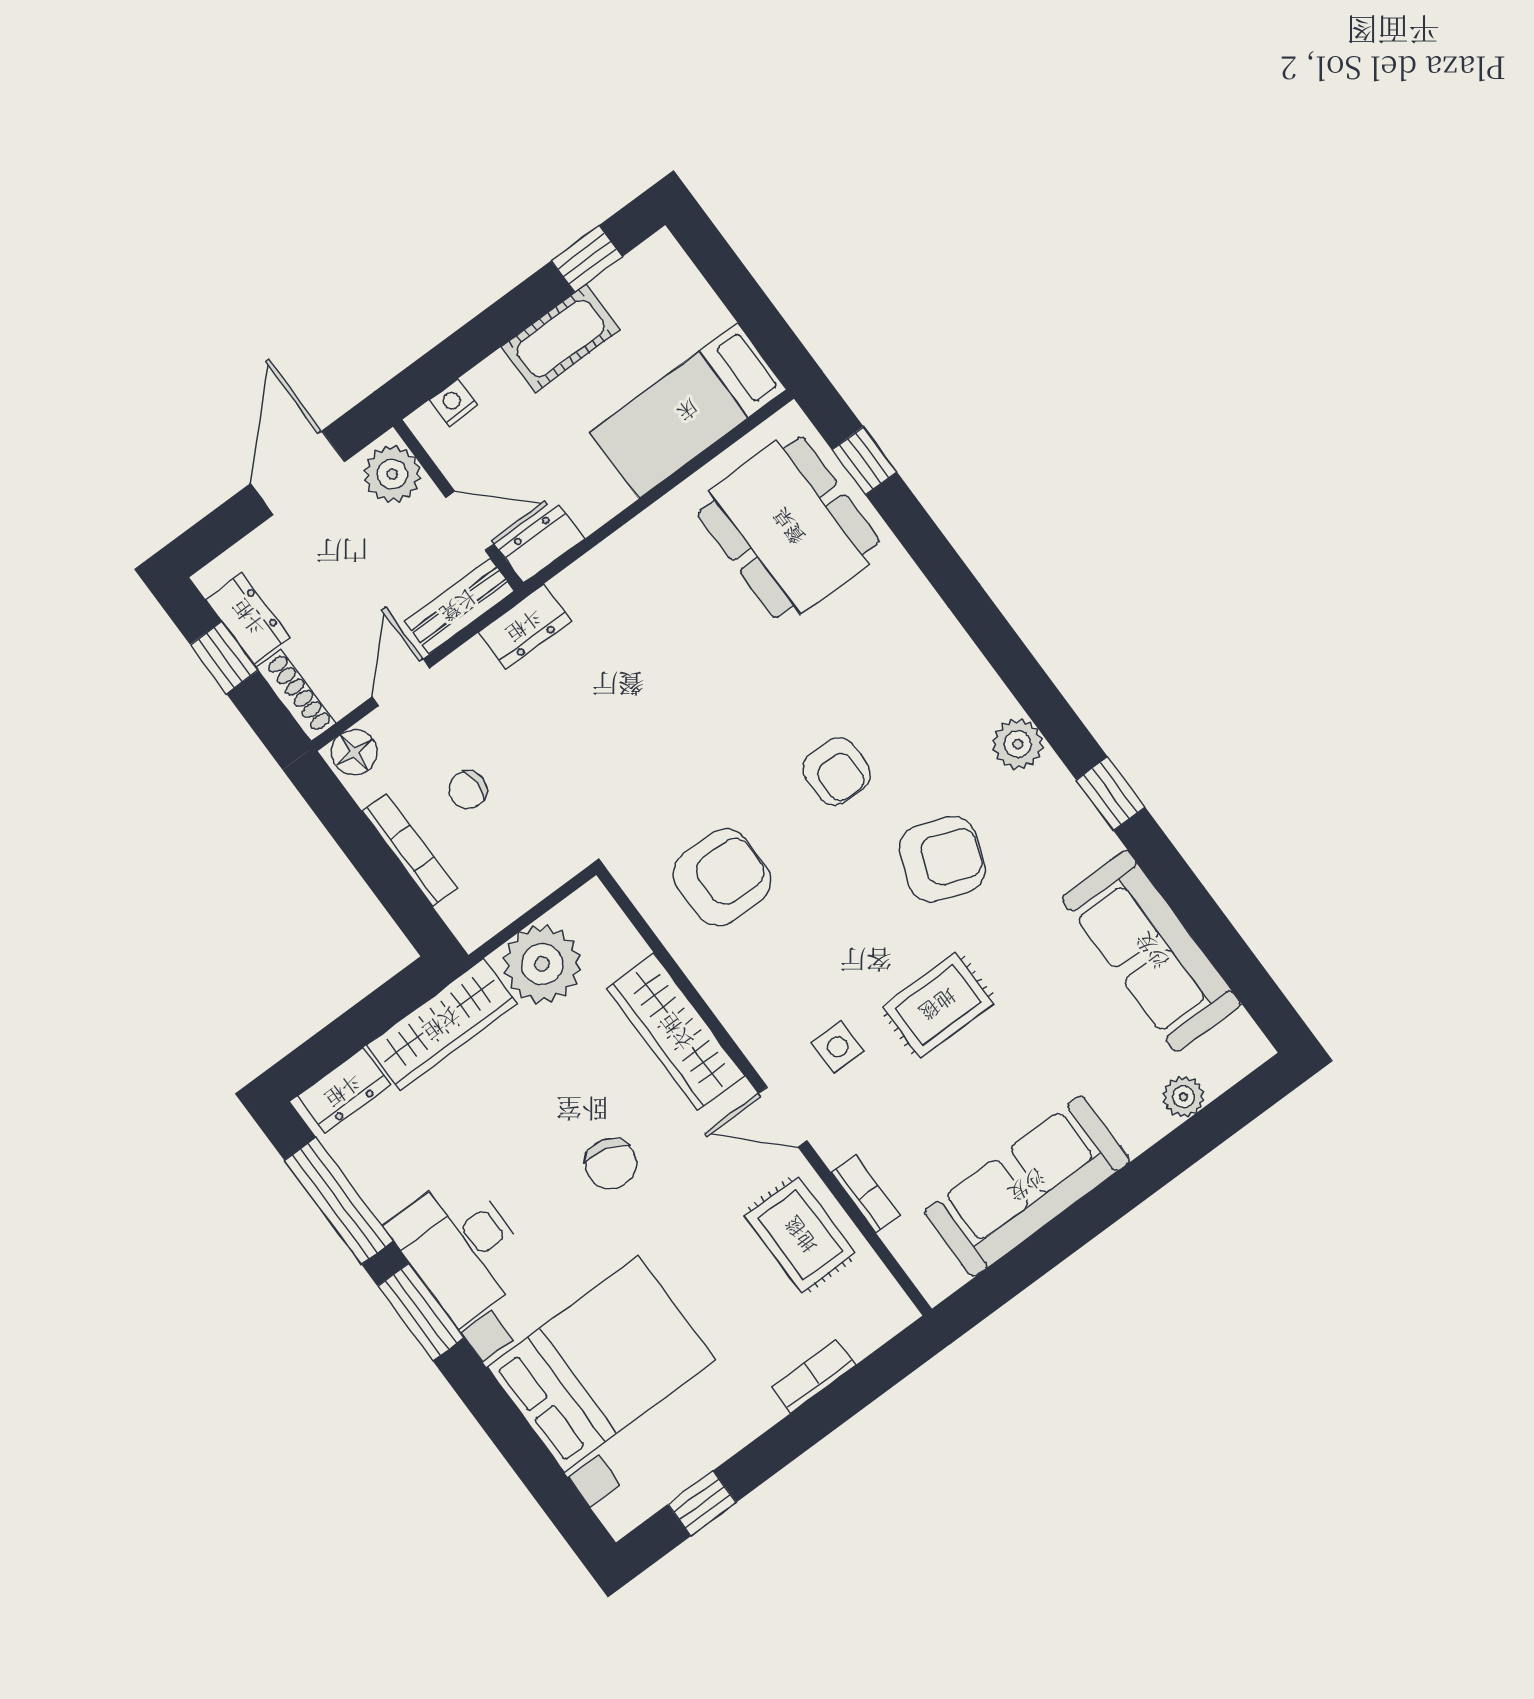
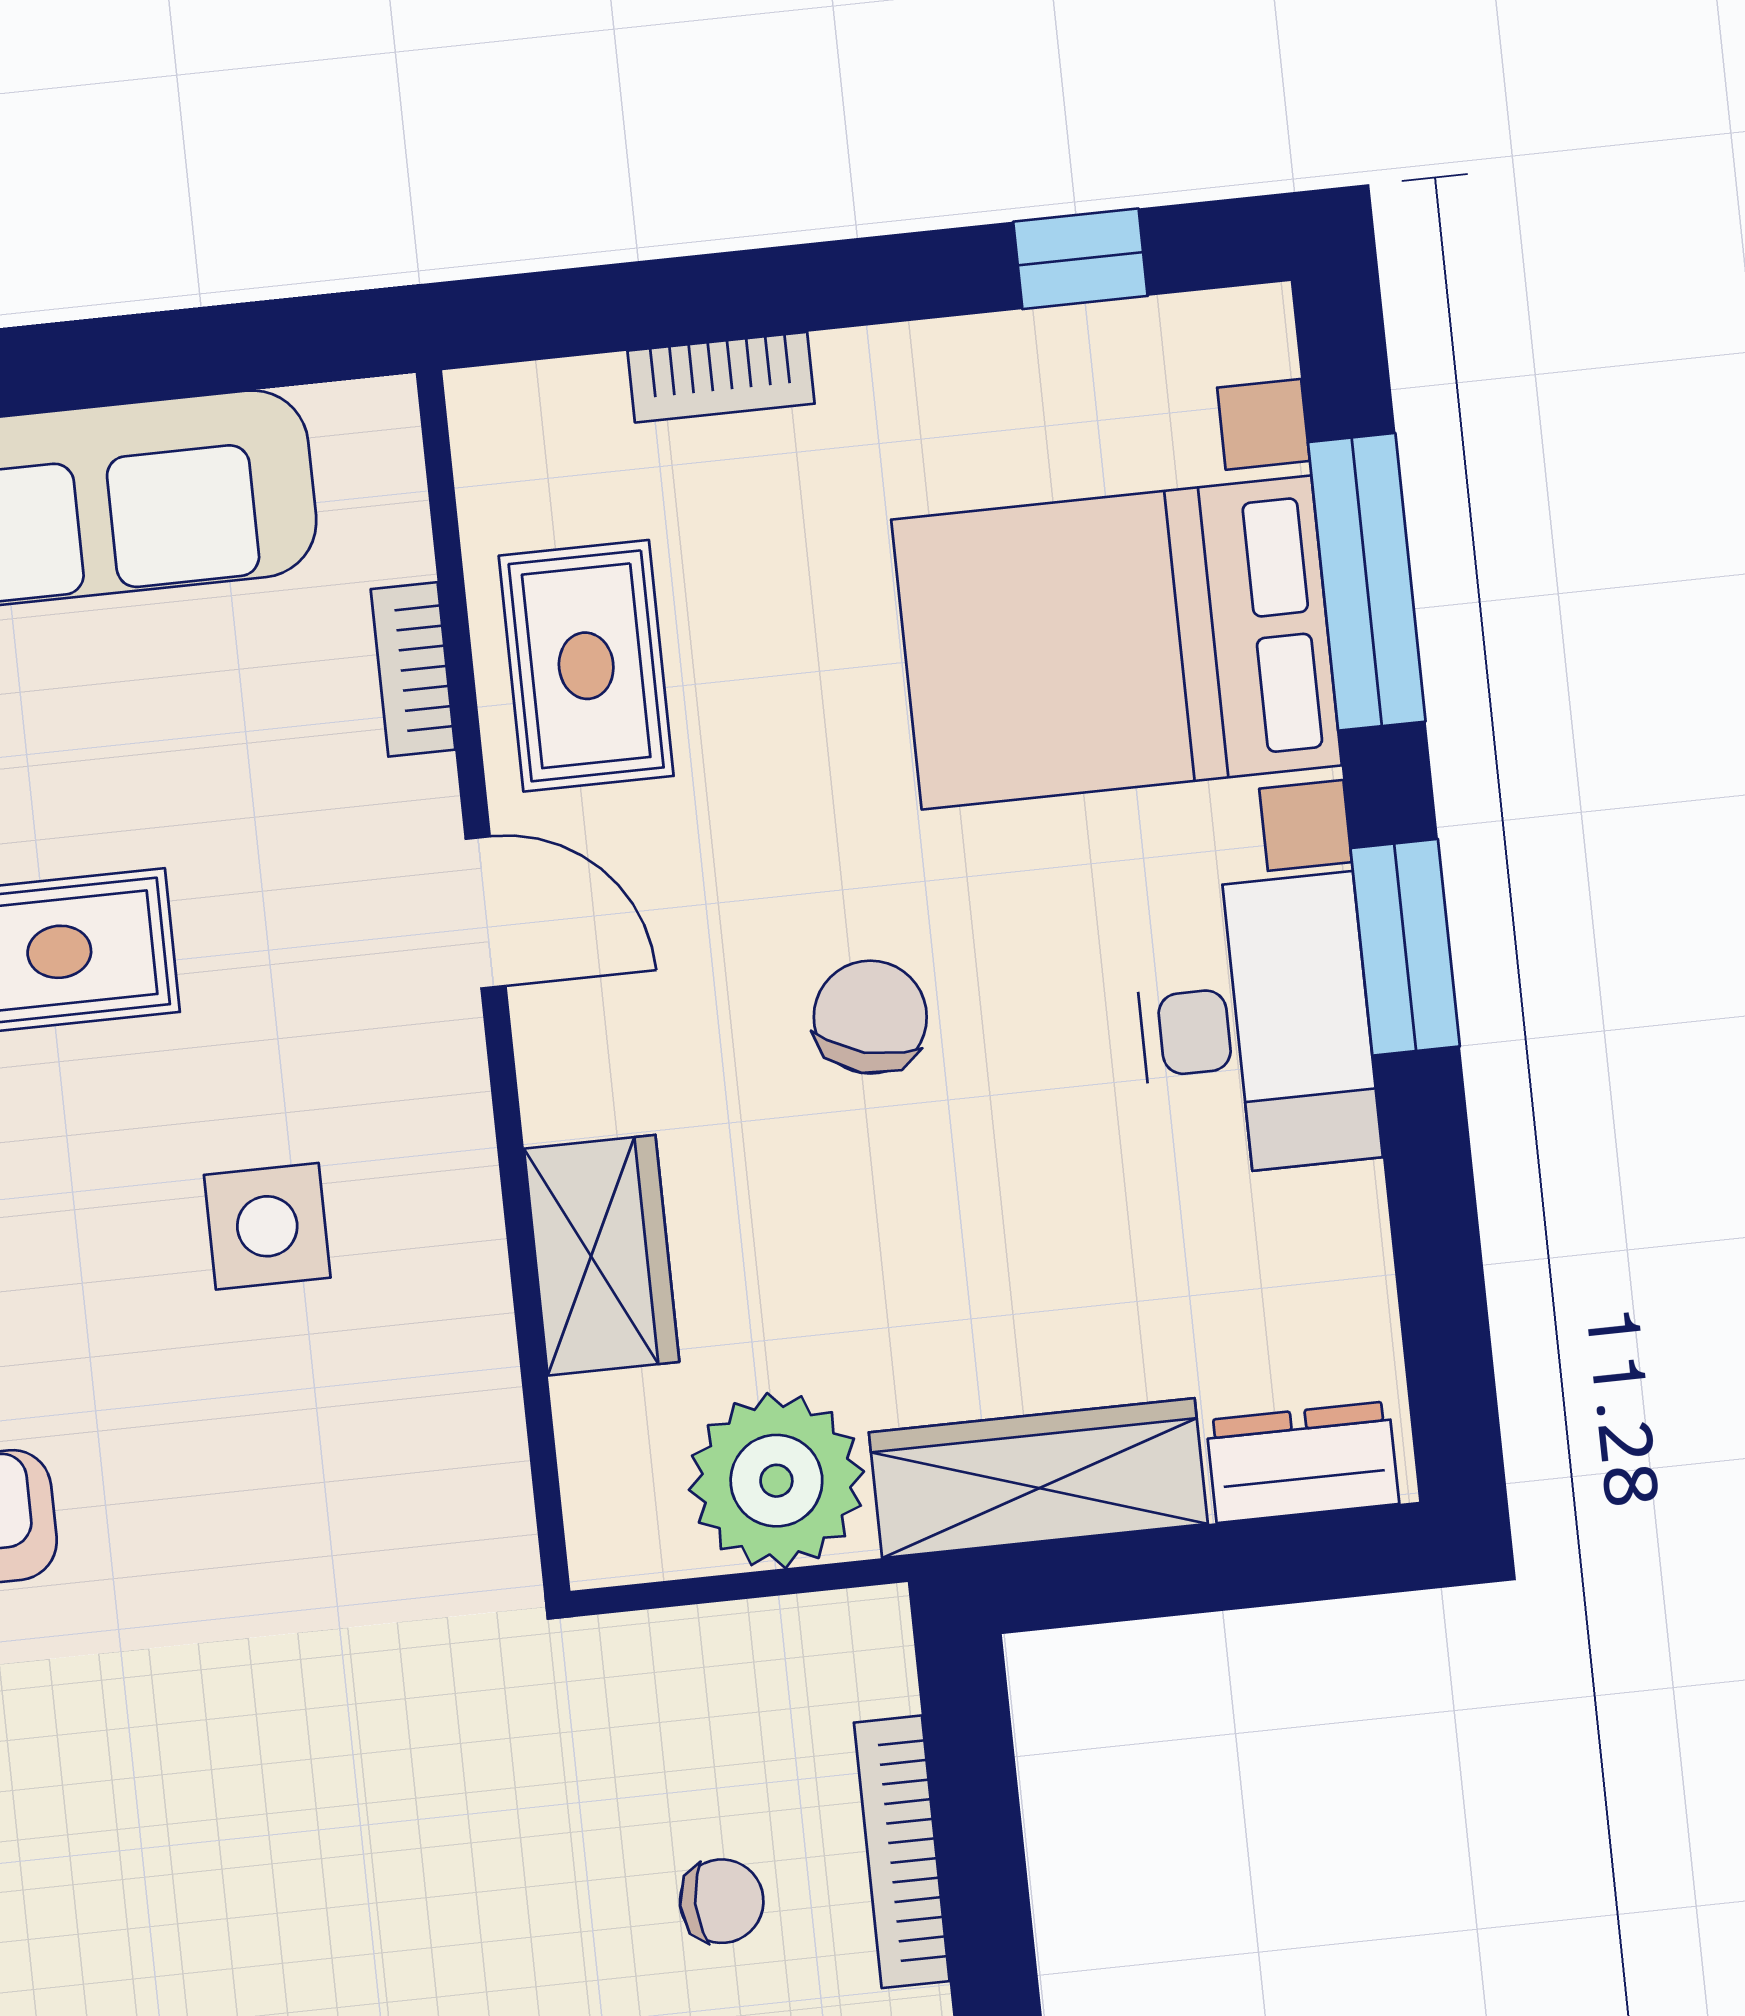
armchair: (722, 877) -> (330, 1443), removed
wardrobe: (676, 1032) -> (602, 1255), width x0.67
side table: (838, 1047) -> (267, 1226), moved, width x1.37, depth x1.37
window: (339, 1201) -> (1367, 582), moved

